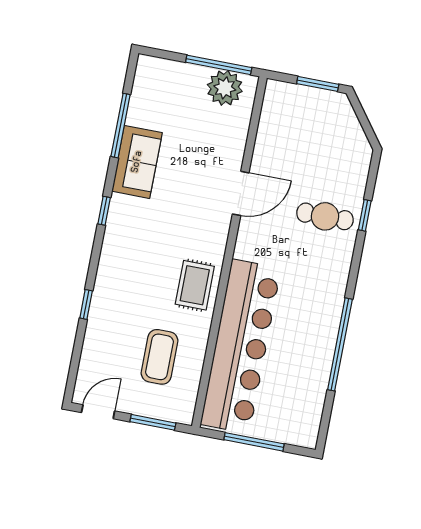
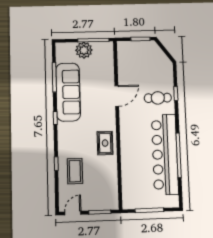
plant: (225, 88) -> (84, 50), moved
sofa: (137, 162) -> (68, 92), width x1.85, depth x1.27
bar counter: (241, 346) -> (165, 154), moved, turned 180
coffee table: (160, 357) -> (75, 171), moved

